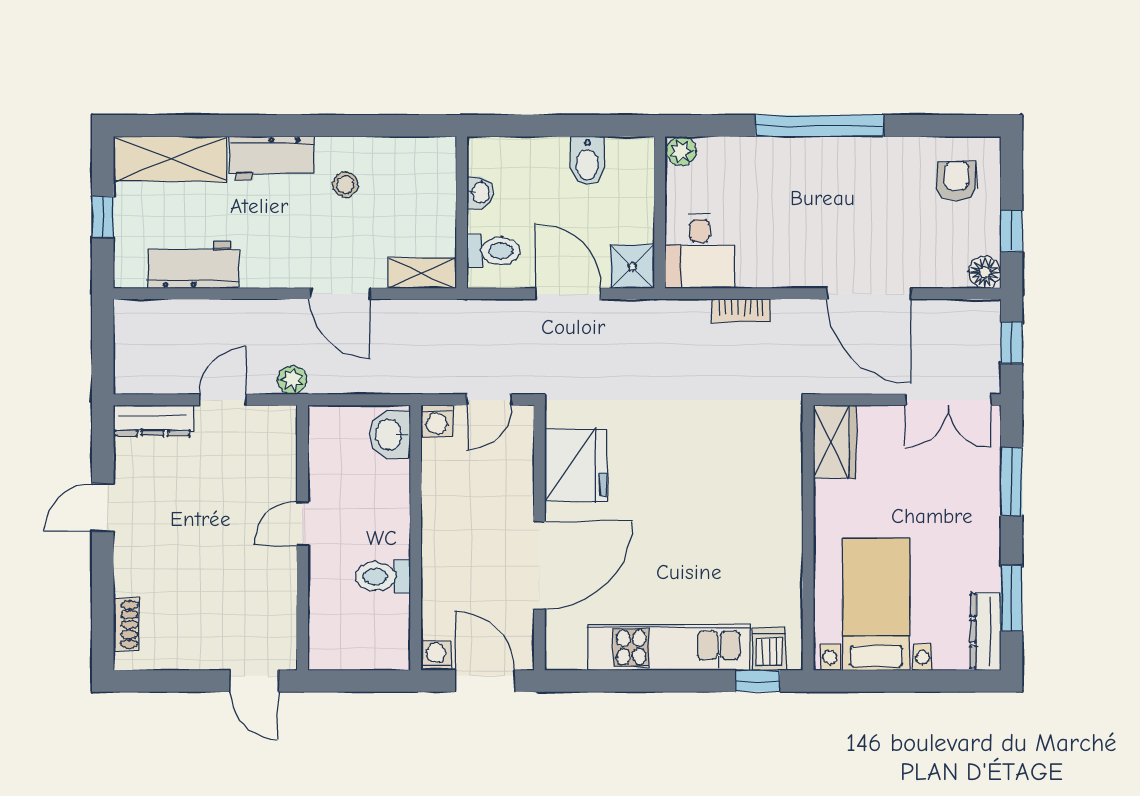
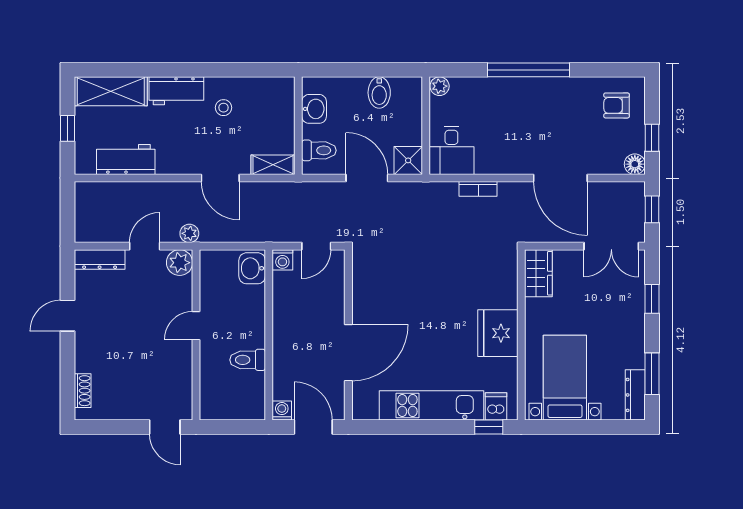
armchair: (956, 181) -> (617, 105), turned -90
washbasin: (480, 193) -> (314, 109), width x1.38, depth x1.45
plant: (277, 425) -> (180, 263), added
fridge: (576, 465) -> (498, 333), moved, turned 180
window: (1011, 482) -> (652, 299), width x0.67

